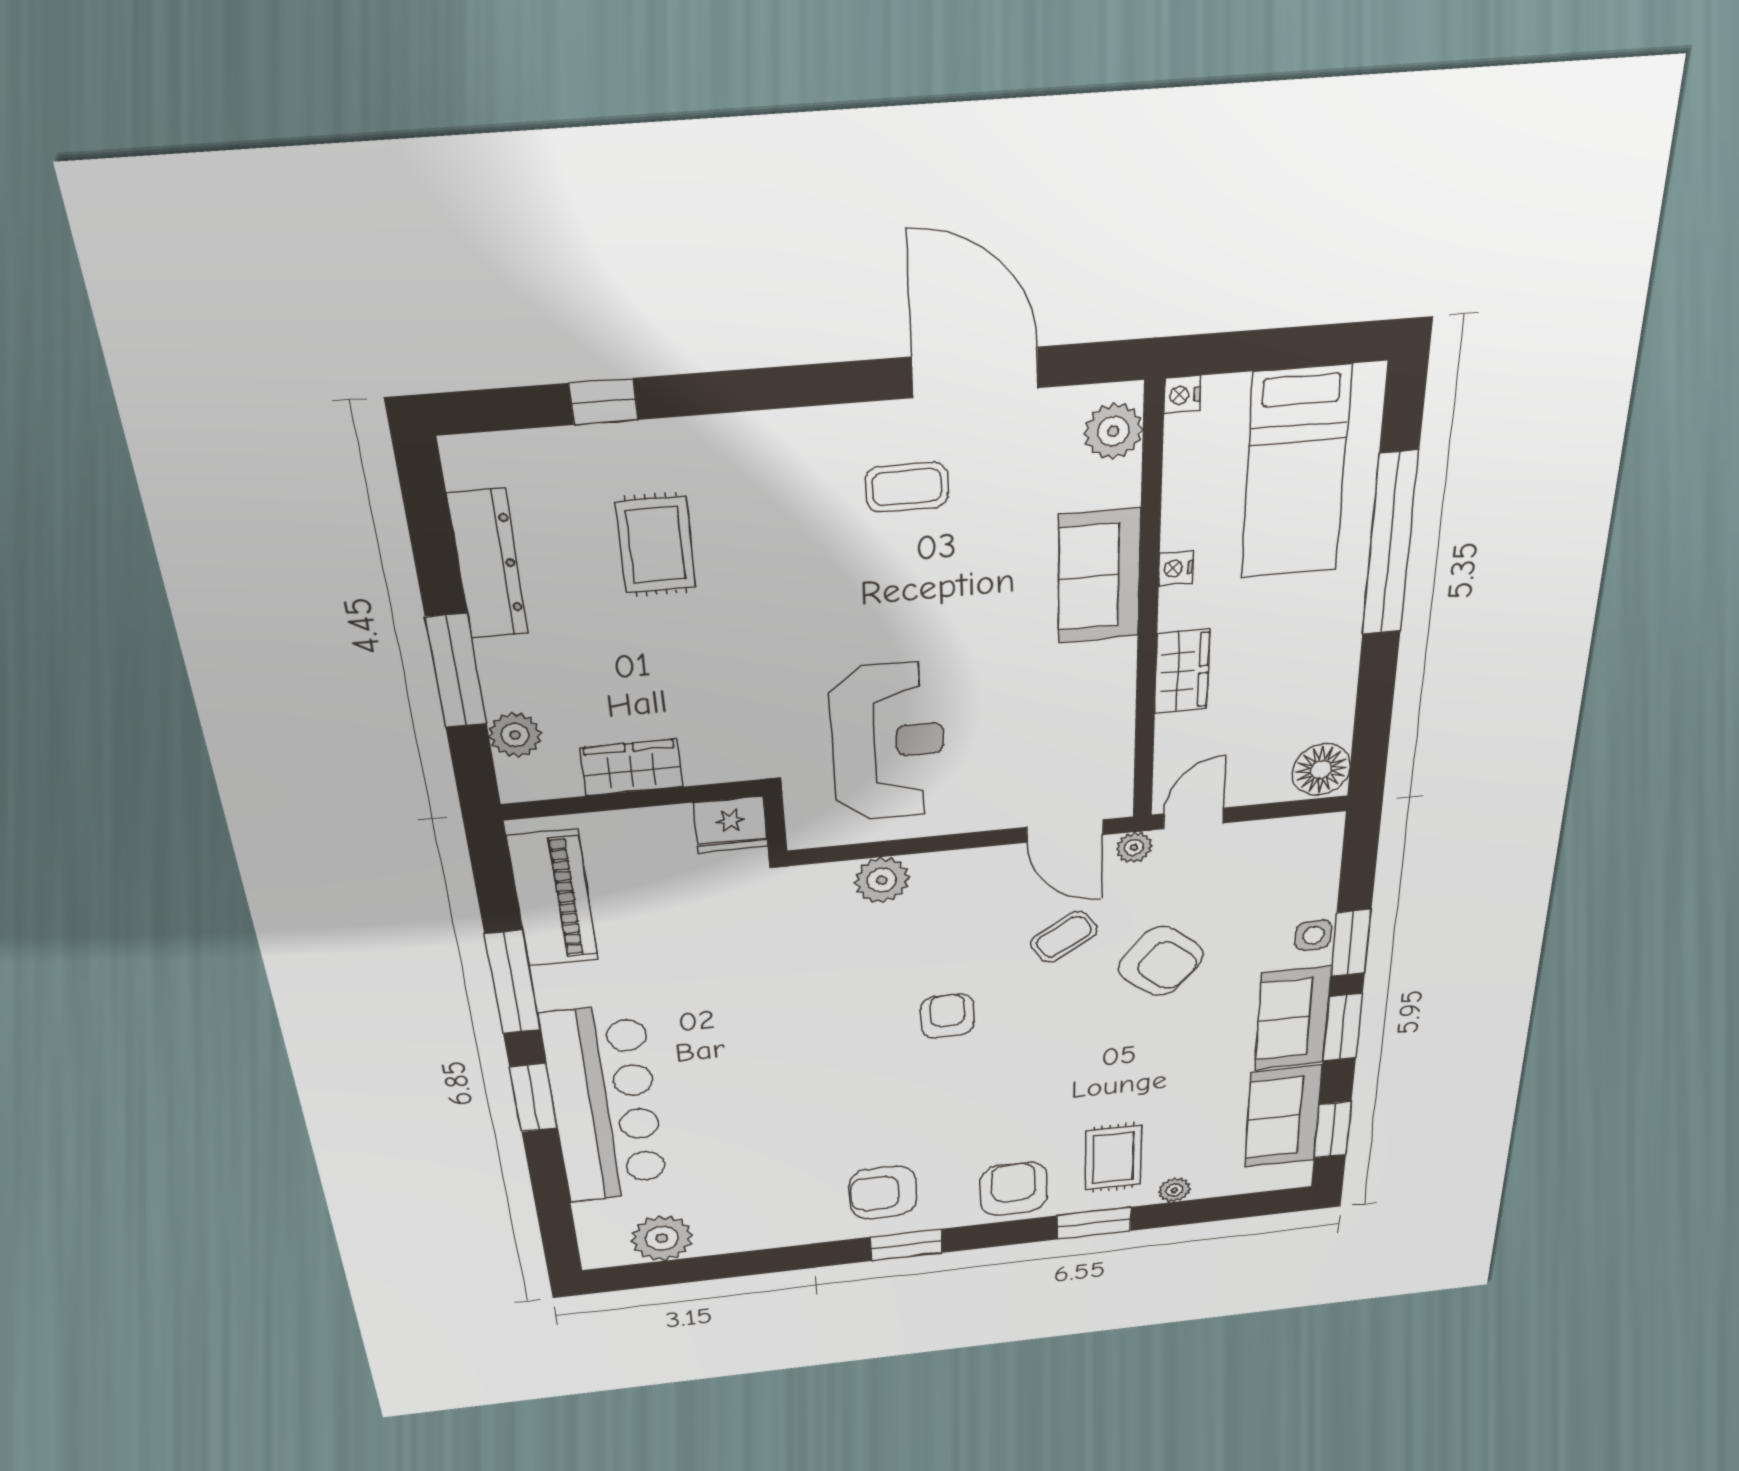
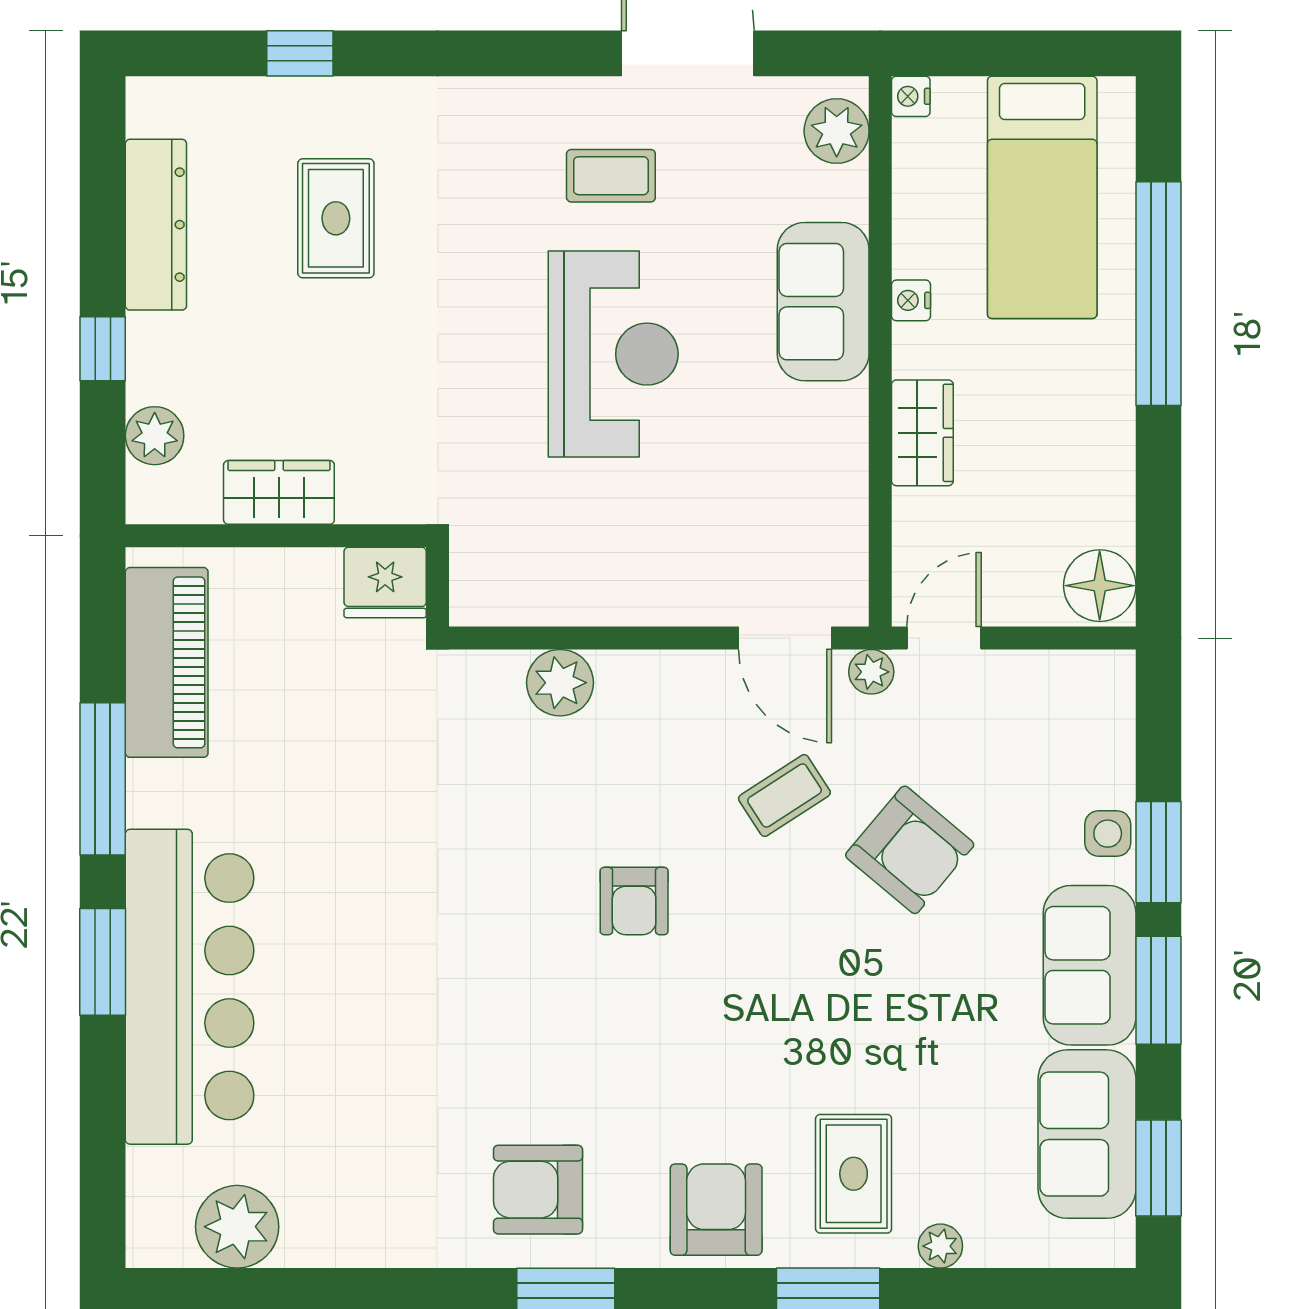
window: (456, 671) -> (103, 349), width x0.46
reception desk: (888, 742) -> (613, 354), moved
armchair: (947, 1016) -> (634, 901), turned 180

